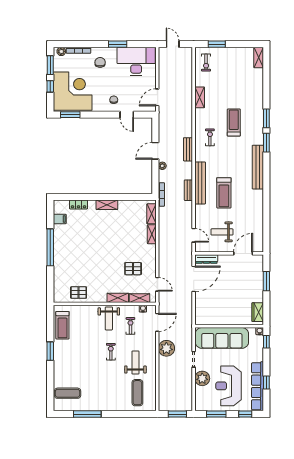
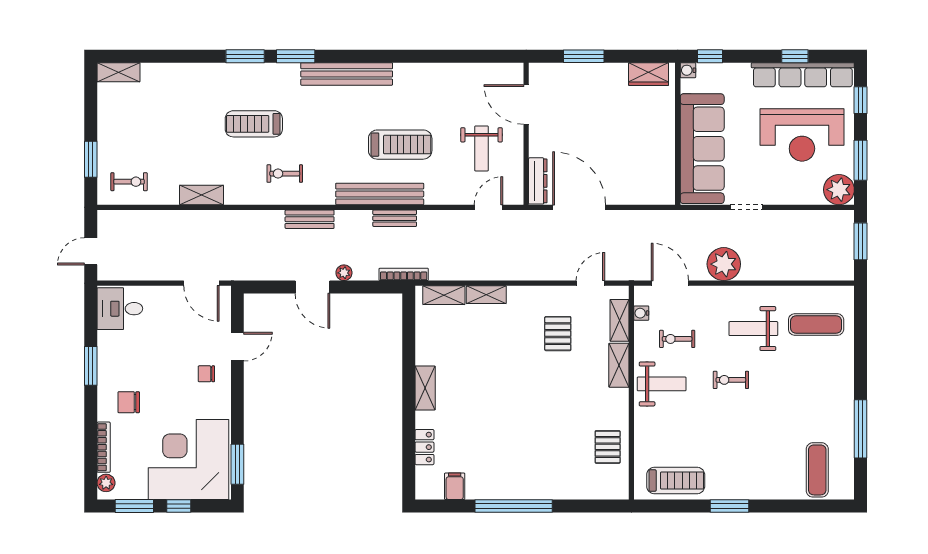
desk: (136, 61) -> (120, 309), width x0.53, depth x0.77
plant: (202, 378) -> (839, 190), moved

